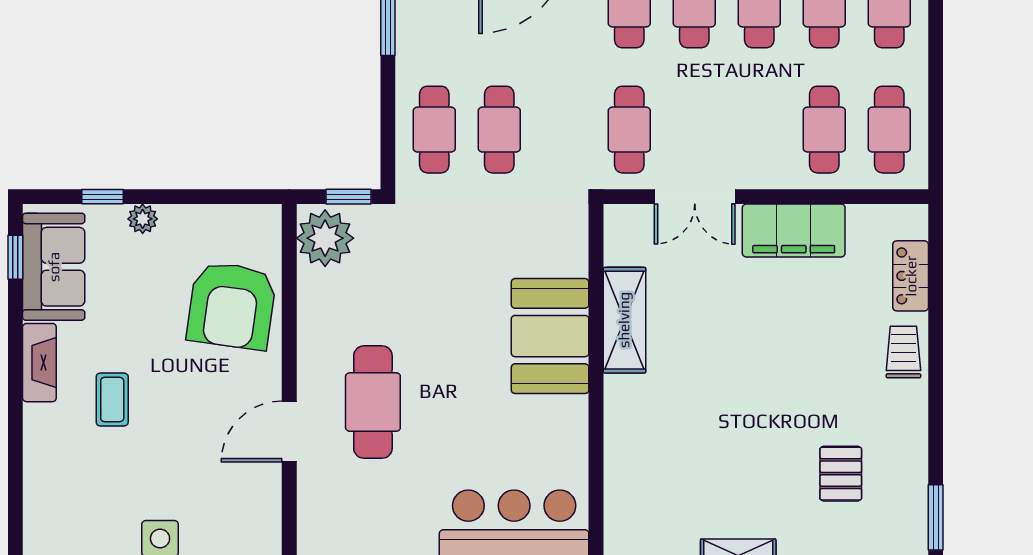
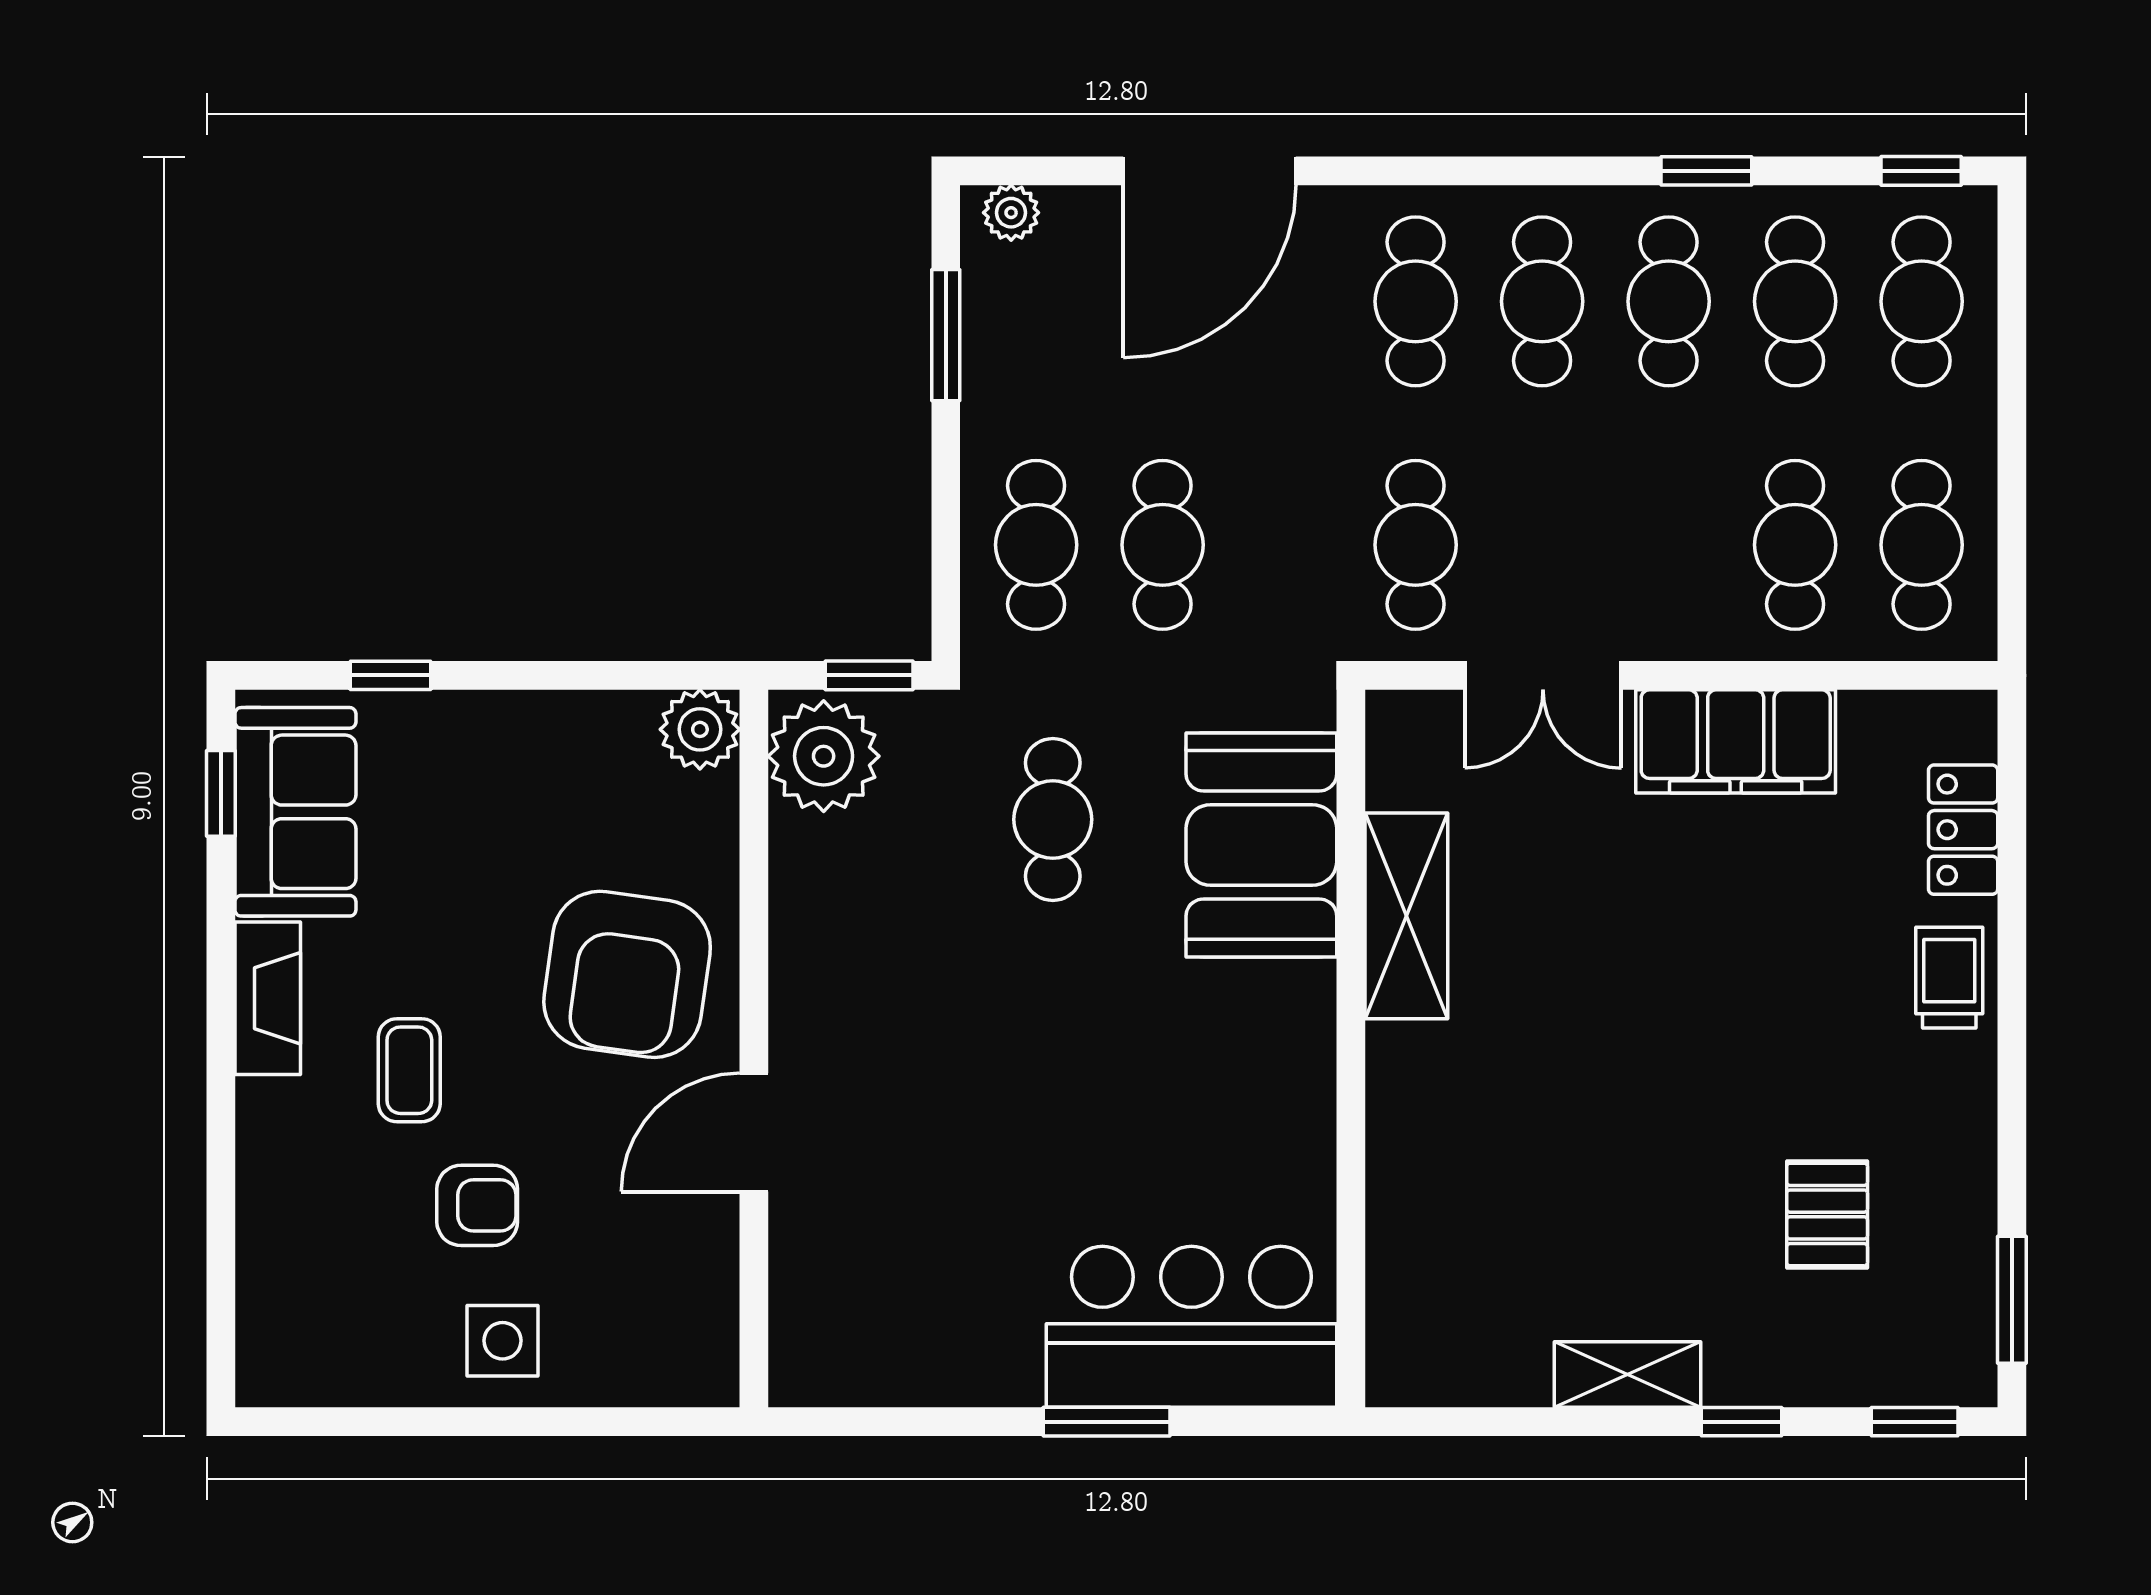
plant: (143, 219) -> (700, 729), moved, width x1.38, depth x1.38
armchair: (232, 306) -> (627, 974), moved
booth: (550, 336) -> (1261, 845), moved
cafe table: (373, 402) -> (1053, 819), moved, width x0.73, depth x0.74
armchair: (147, 469) -> (477, 1205), added

